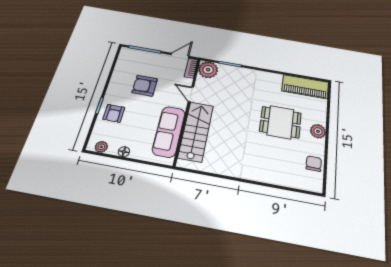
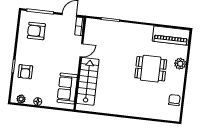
plant: (208, 70) -> (93, 27), removed
armchair: (145, 86) -> (36, 31), moved
door: (191, 94) -> (81, 50), swing flipped
sofa: (169, 131) -> (67, 88), width x0.73
plant: (318, 131) -> (180, 64), moved

